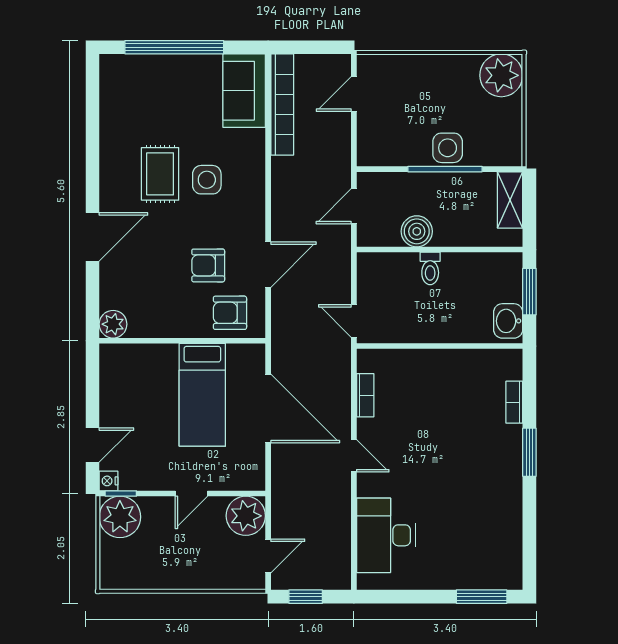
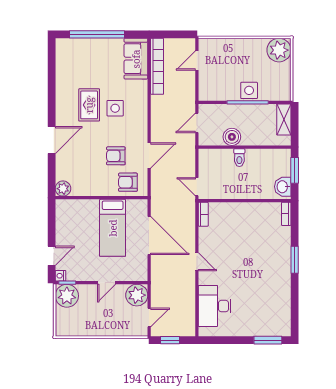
bookcase: (365, 395) -> (203, 214), moved
bookcase: (514, 402) -> (286, 214), moved

